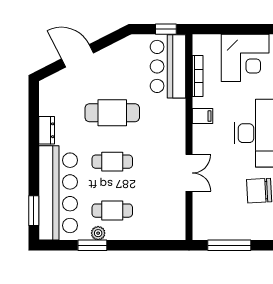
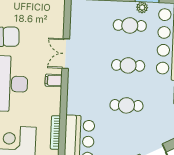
cafe table: (112, 113) -> (126, 105), width x0.73, depth x0.74
filing cabinet: (202, 116) -> (54, 80), moved

